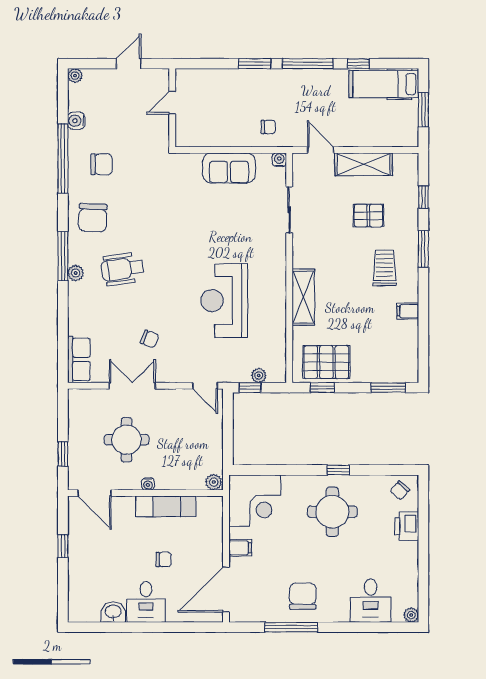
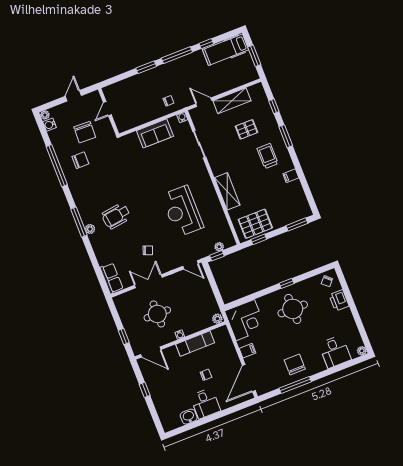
water cooler: (76, 121) -> (50, 125), moved
chair: (93, 218) -> (85, 132), moved

